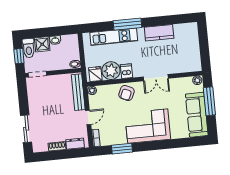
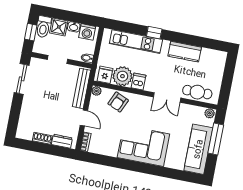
window: (127, 24) -> (154, 33), width x0.46
washing machine: (68, 41) -> (87, 32), added
cafe table: (181, 65) -> (197, 92), added
doorway: (37, 74) -> (58, 59), moved
armchair: (126, 93) -> (118, 102), moved
door: (88, 117) -> (84, 118), hinge flipped
sliding door: (26, 129) -> (22, 79), moved
window: (122, 149) -> (109, 161), removed

